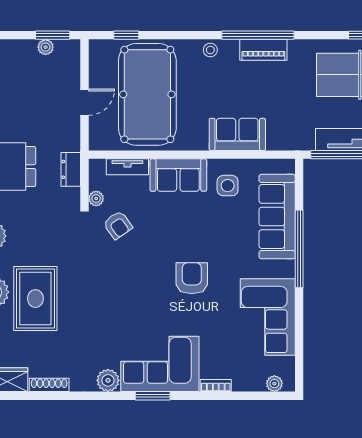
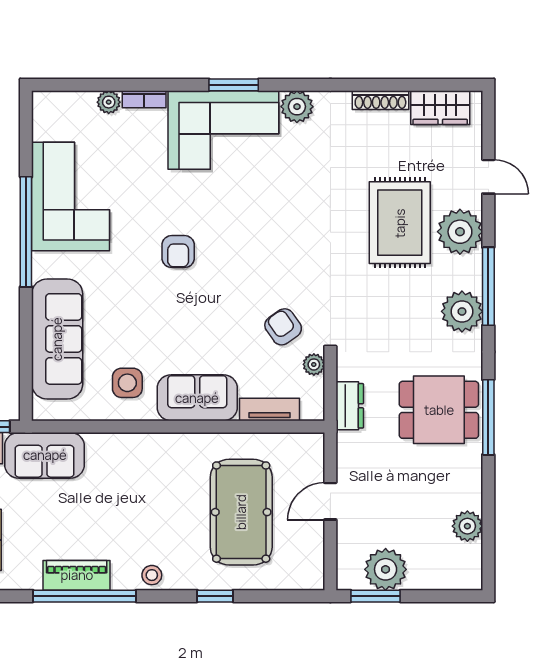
window: (126, 35) -> (215, 596), moved
plant: (46, 47) -> (386, 569), width x1.88, depth x1.88
pool table: (147, 94) -> (241, 512), width x0.73, depth x0.76
sofa: (237, 134) -> (45, 455), moved
window: (299, 249) -> (26, 232), moved
armchair: (192, 278) -> (178, 252), width x0.72, depth x0.72
plant: (274, 384) -> (109, 102), moved

